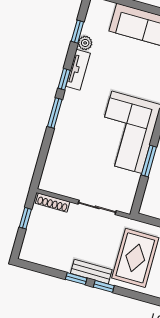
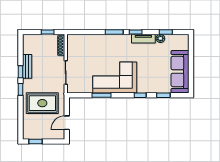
bench: (91, 272) -> (27, 66), moved

